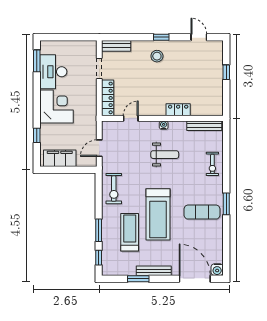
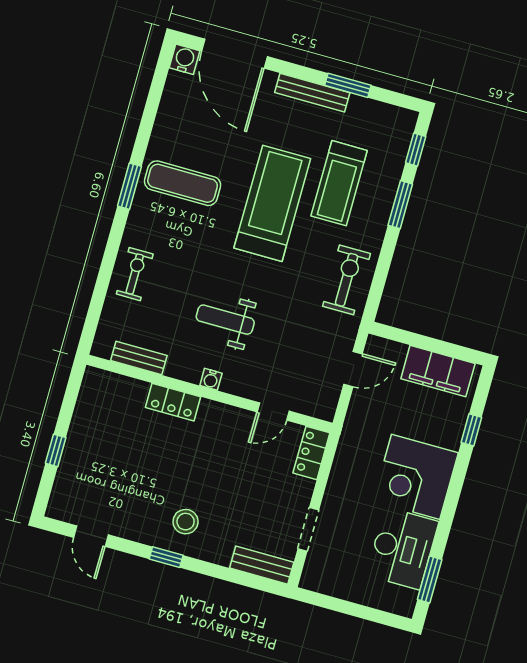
locker: (108, 98) -> (311, 453), width x0.66
bench: (204, 126) -> (139, 358), width x0.73

